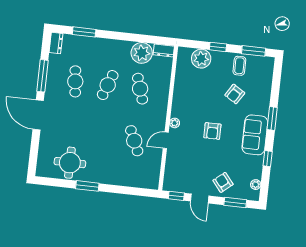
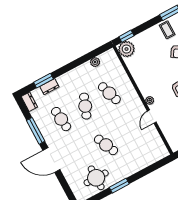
window: (218, 47) -> (126, 36), moved
dresser: (164, 51) -> (49, 87), moved
plant: (142, 53) -> (95, 62), width x0.53, depth x0.53
plant: (201, 59) -> (126, 49), moved
cafe table: (134, 141) -> (106, 145), moved

